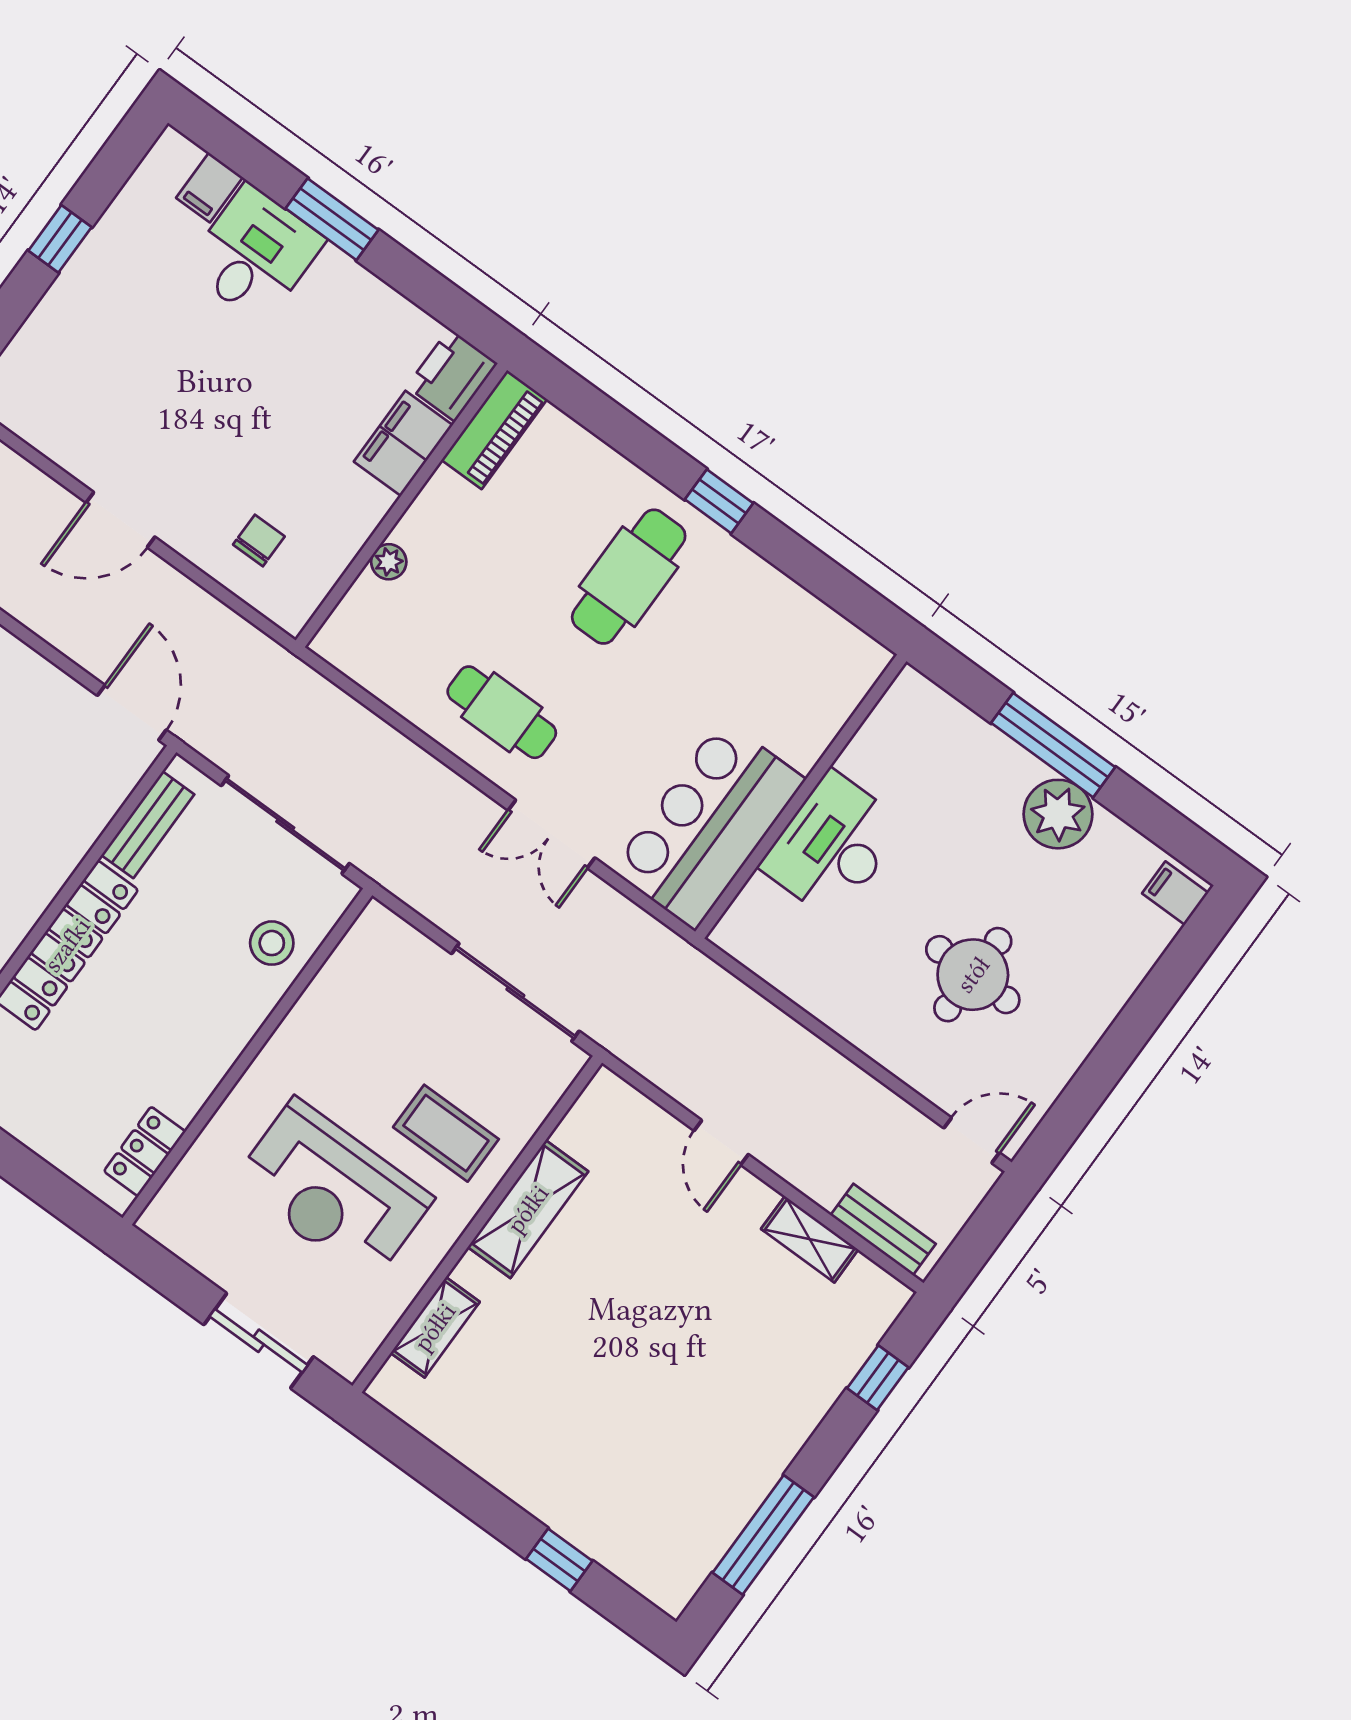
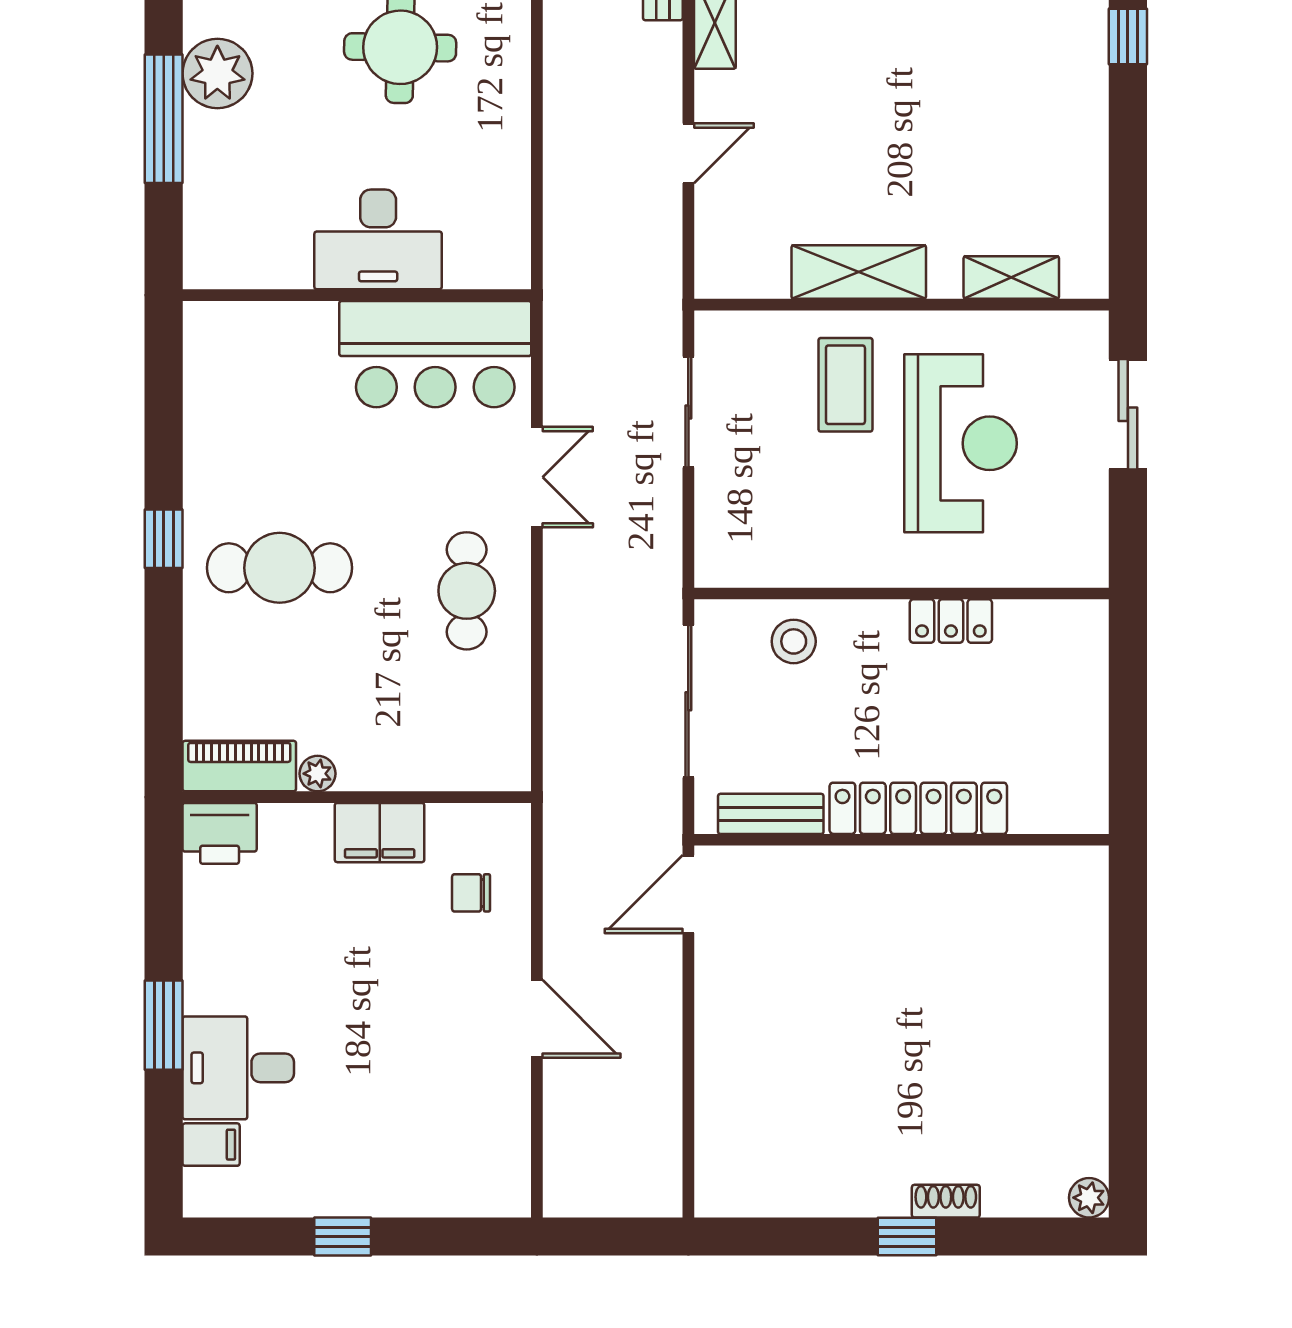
filing cabinet: (403, 443) -> (380, 833), moved
plant: (389, 562) -> (318, 774), moved
sliding door: (515, 992) -> (688, 412), width x0.73
locker: (145, 1151) -> (951, 621), moved

